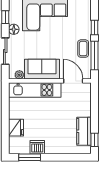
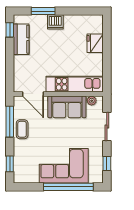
window: (94, 27) -> (10, 164), moved
floor lamp: (14, 29) -> (98, 150), removed
dishwasher: (37, 147) -> (55, 22), moved
window: (30, 157) -> (43, 11), moved

